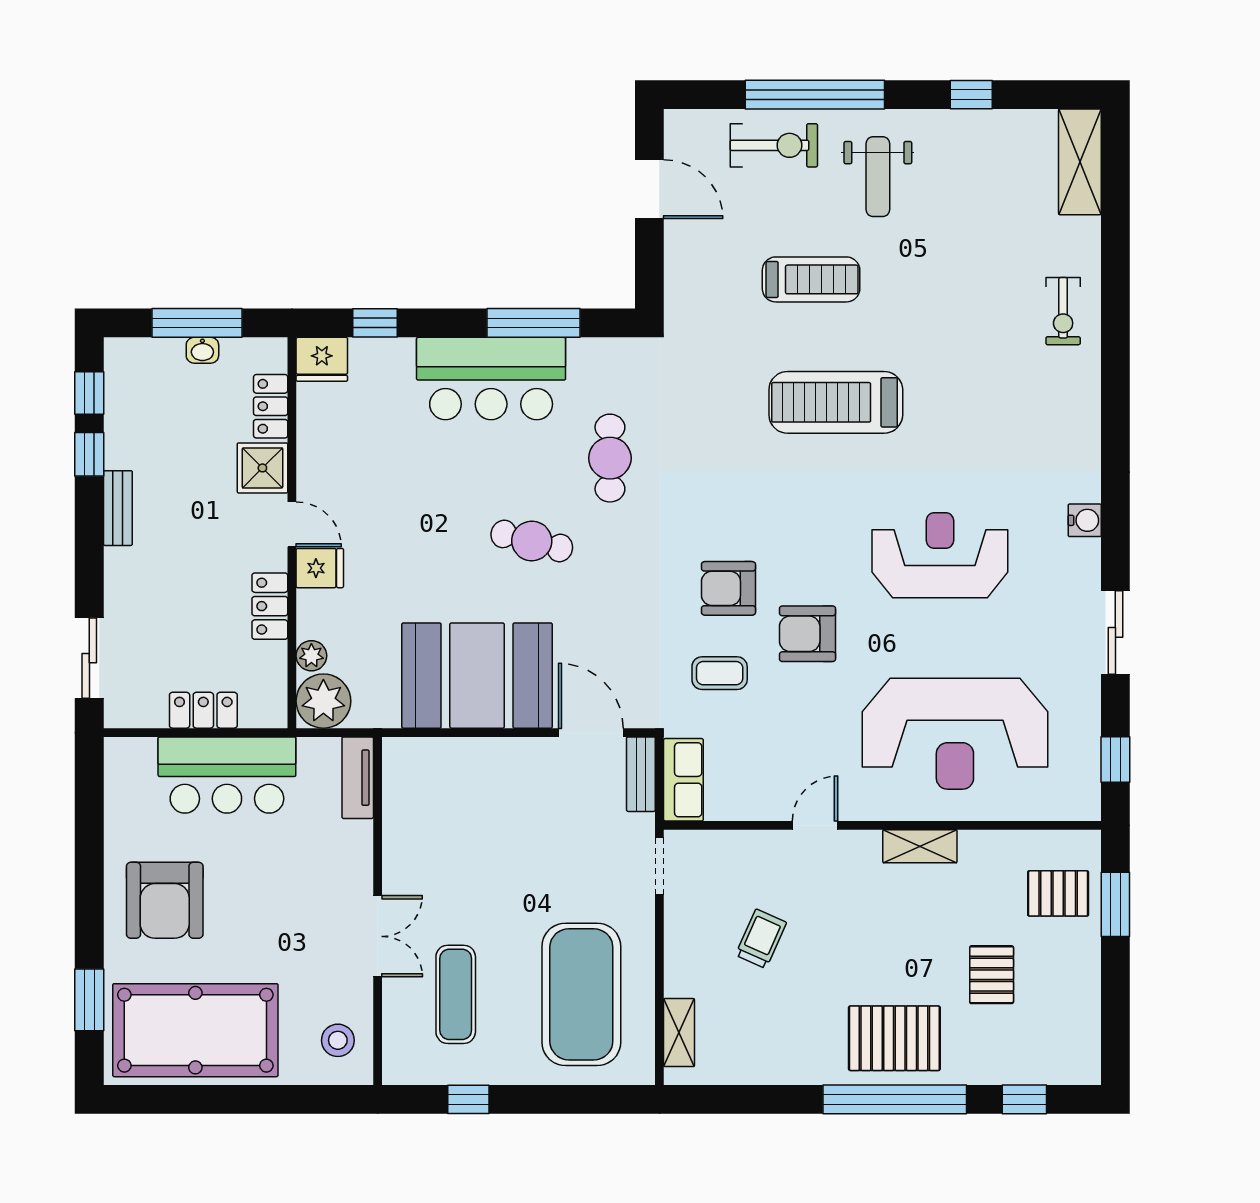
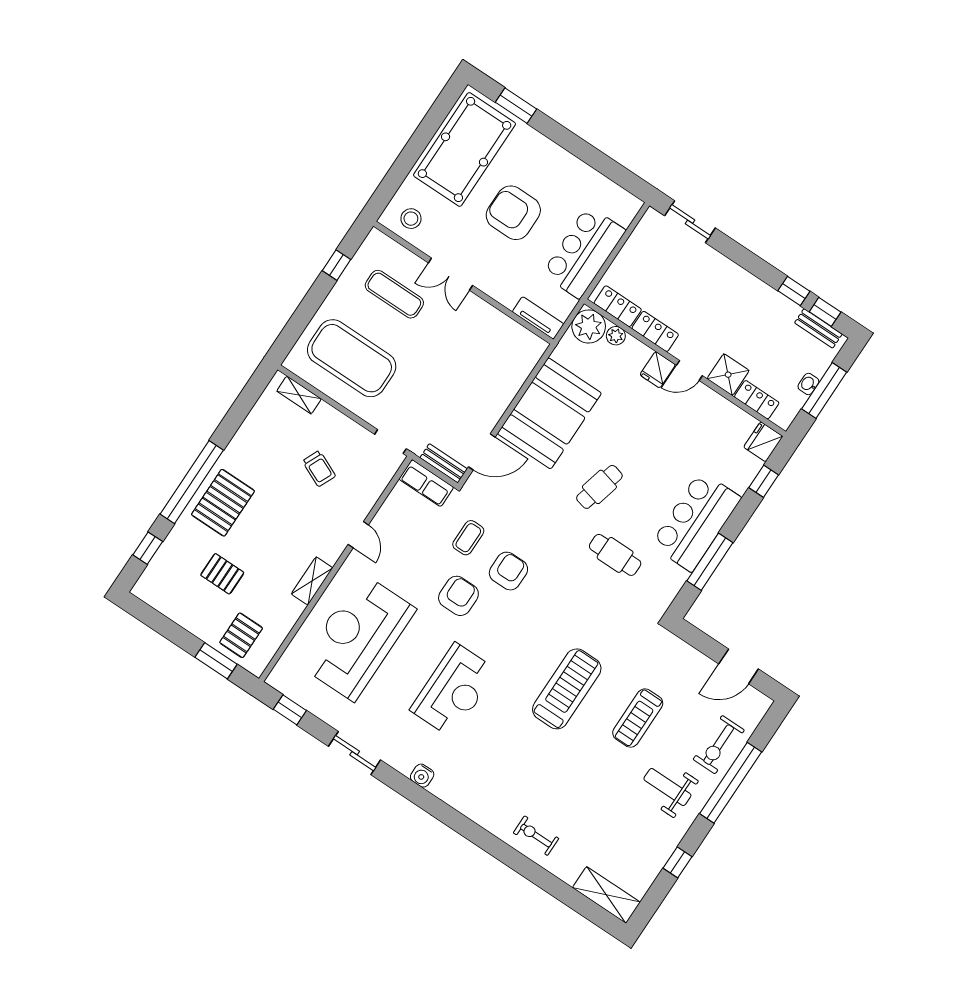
bench: (118, 508) -> (818, 328), moved
locker: (203, 710) -> (618, 306), moved, turned -90
armchair: (165, 900) -> (513, 213), moved

